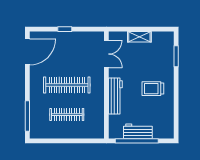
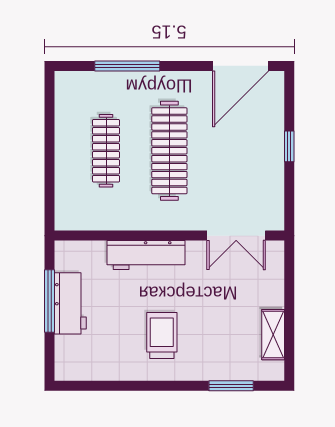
shelving: (139, 37) -> (273, 335), moved
door: (27, 52) -> (241, 66), hinge flipped
window: (27, 116) -> (127, 66), moved
window: (137, 141) -> (49, 301), width x0.68

